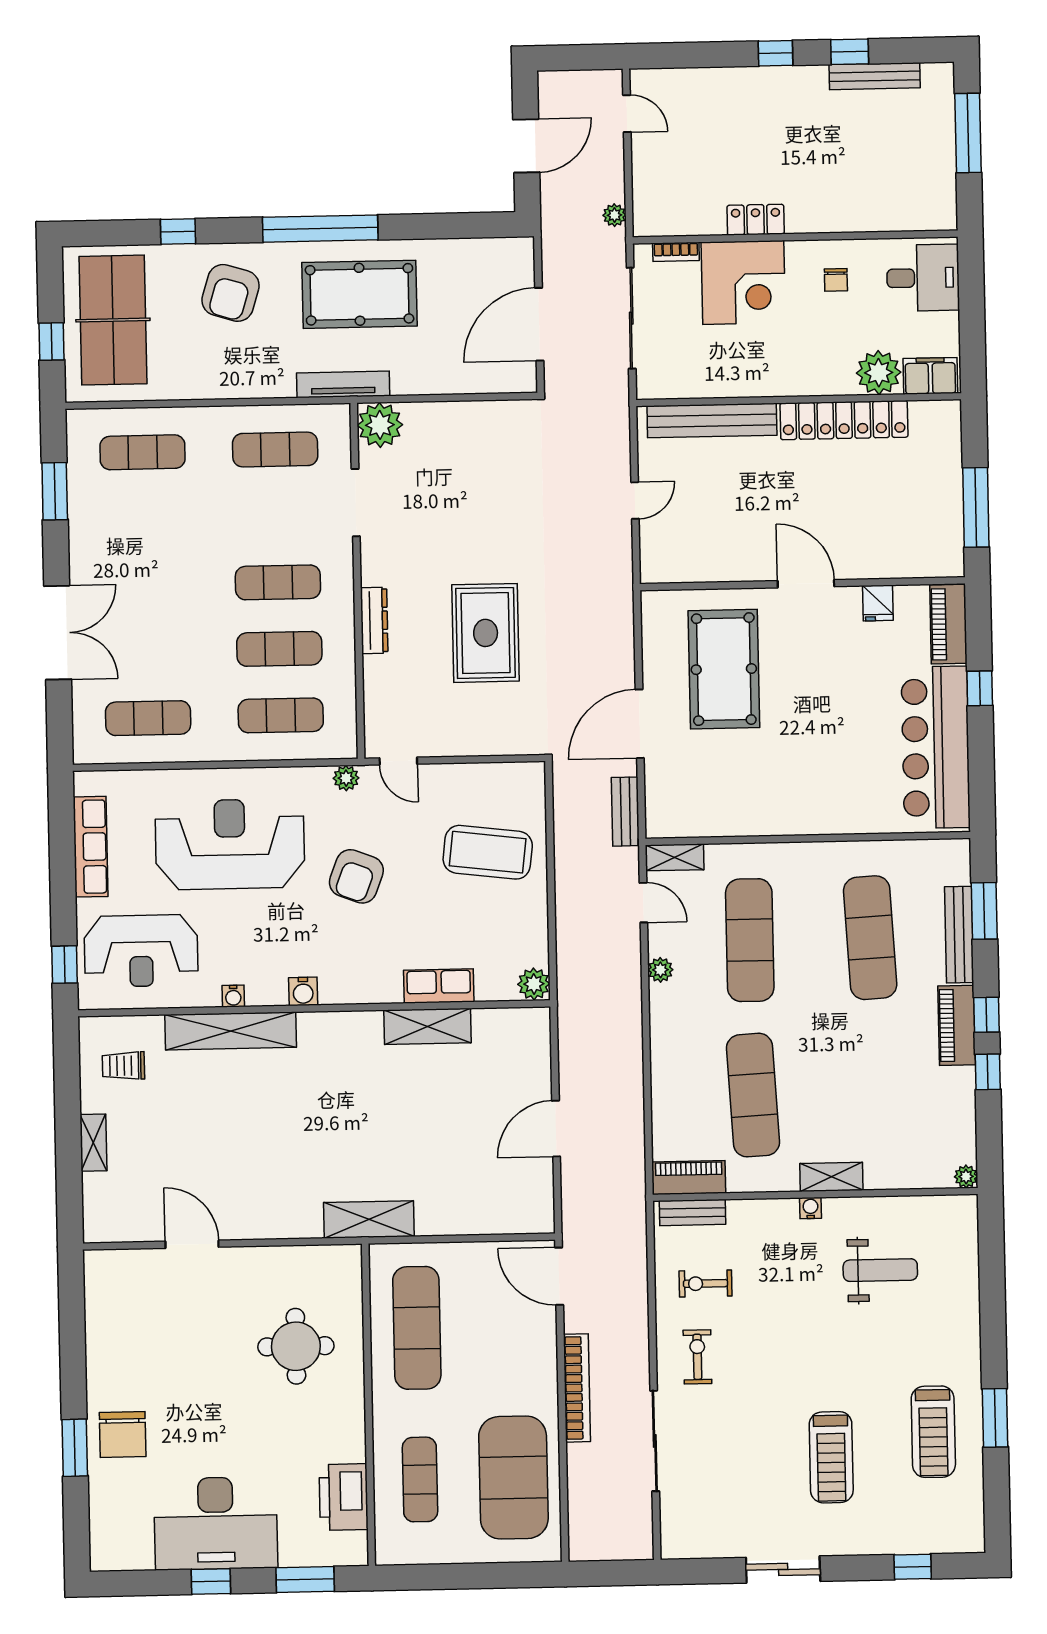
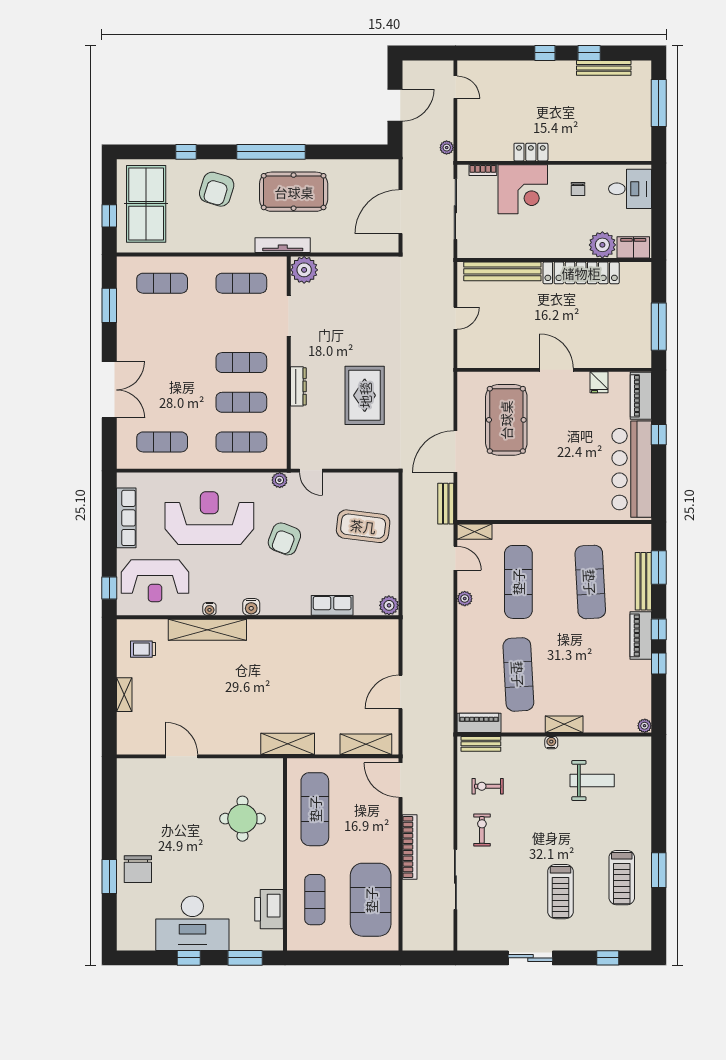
shelving: (427, 1026) -> (366, 744), moved

